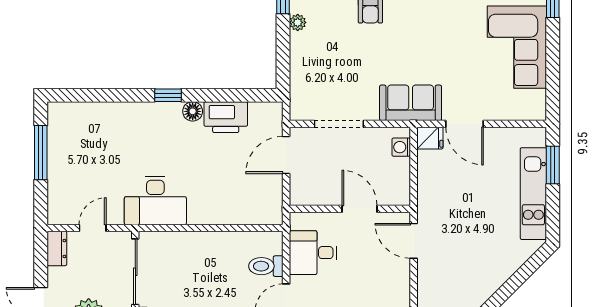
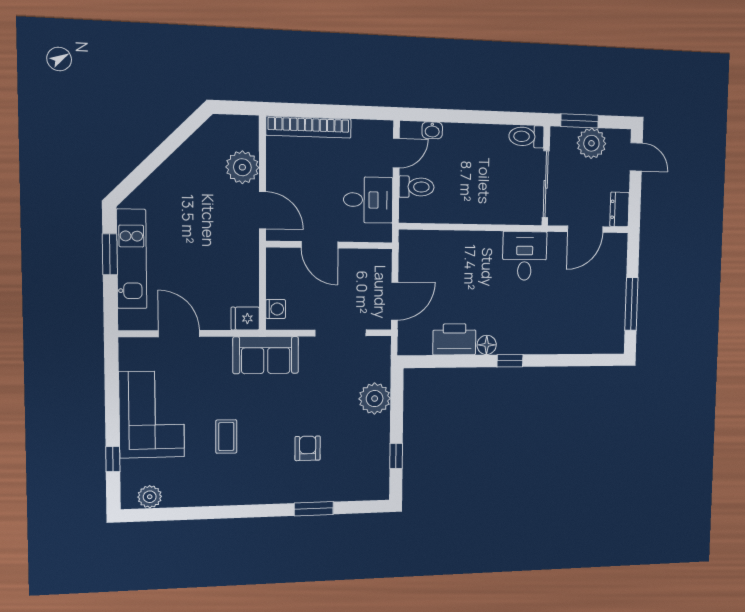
plant: (298, 22) -> (375, 399), moved, width x1.88, depth x1.88
coffee table: (448, 24) -> (226, 437), added
door: (465, 124) -> (179, 334), moved
window: (553, 165) -> (110, 254), moved
desk: (155, 201) -> (525, 256), width x0.73
door: (93, 228) -> (585, 229), width x1.38
plant: (432, 280) -> (242, 167), added

